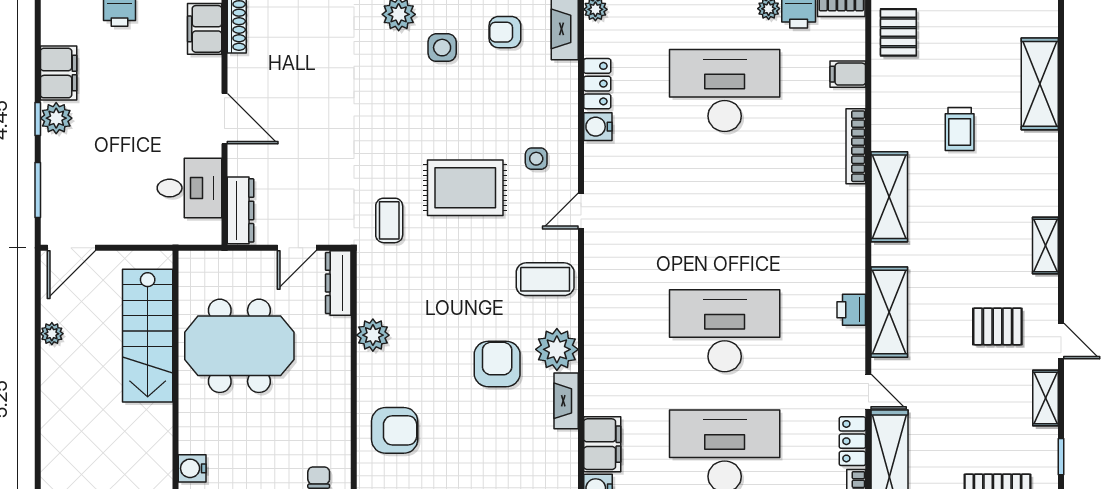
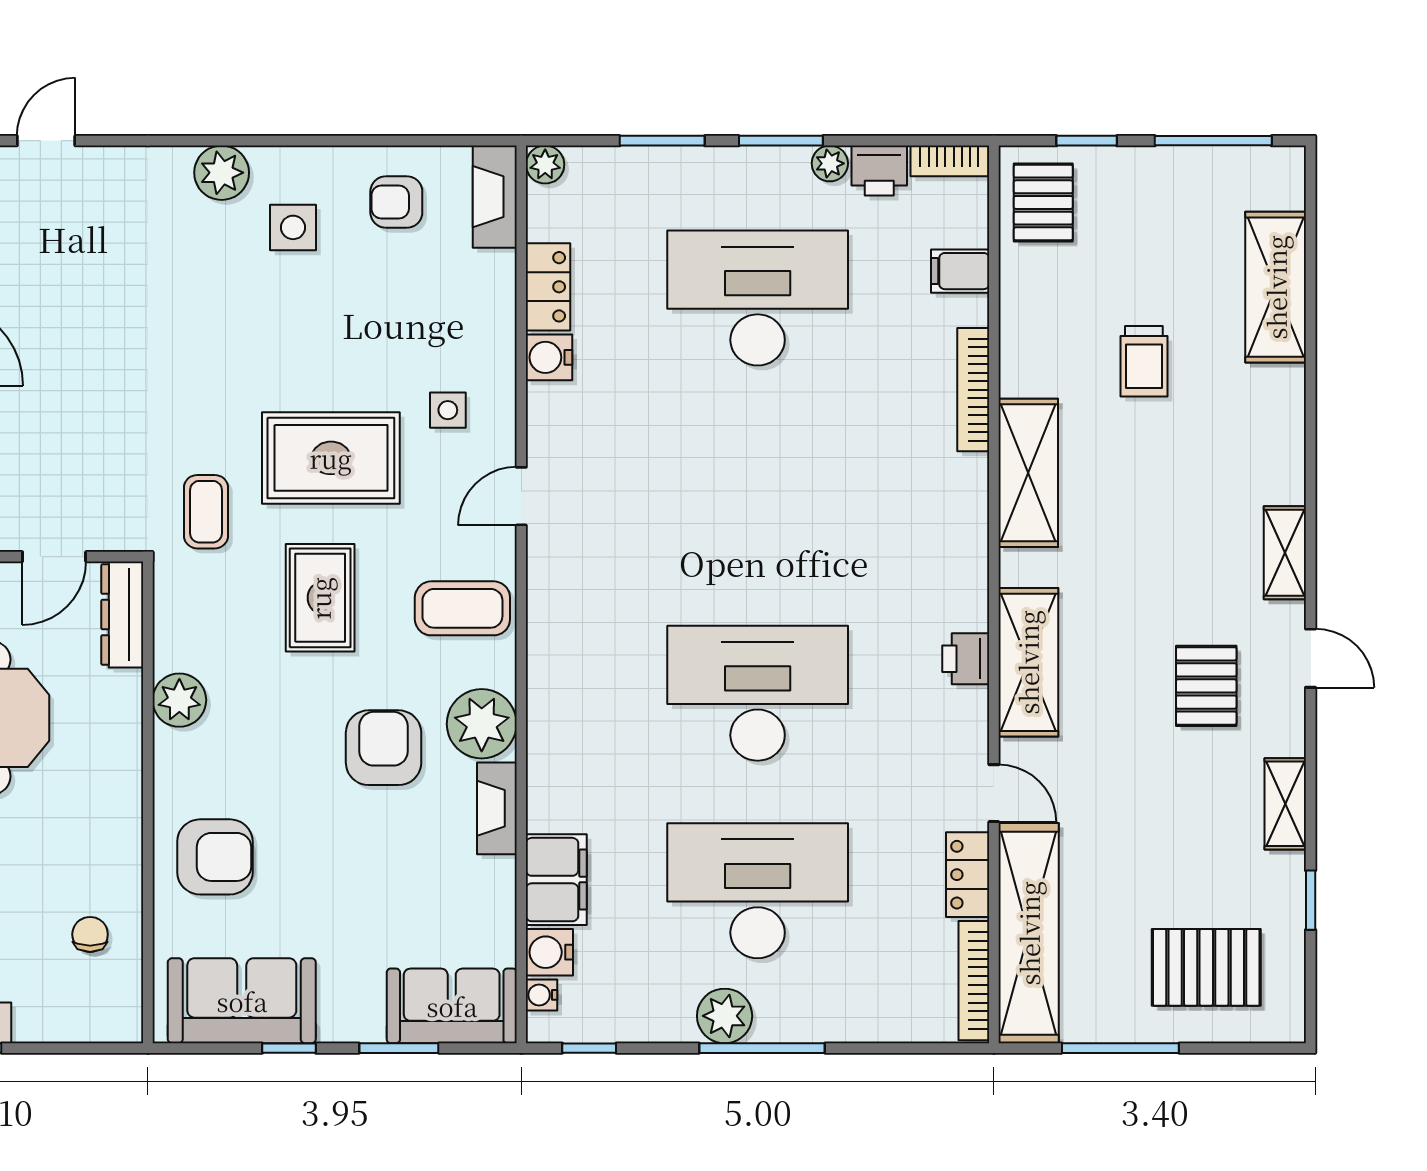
rug: (459, 273) -> (320, 598), added
pallet: (997, 326) -> (1206, 686), turned 90
door: (1061, 341) -> (1311, 658), moved

